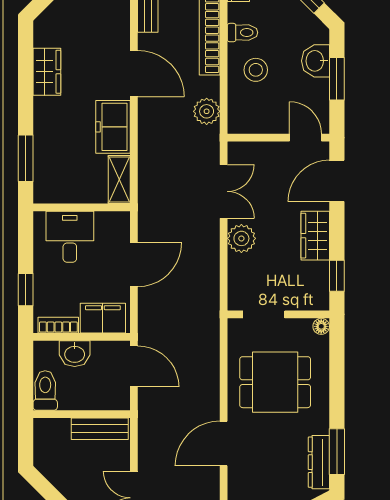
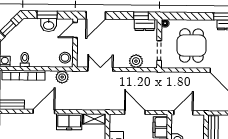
washbasin: (316, 61) -> (49, 25), moved
stool: (256, 70) -> (65, 58), moved
door: (337, 181) -> (96, 15), hinge flipped
wardrobe: (315, 236) -> (122, 26), removed
plant: (241, 238) -> (136, 61), moved
dresser: (317, 283) -> (145, 25), added

